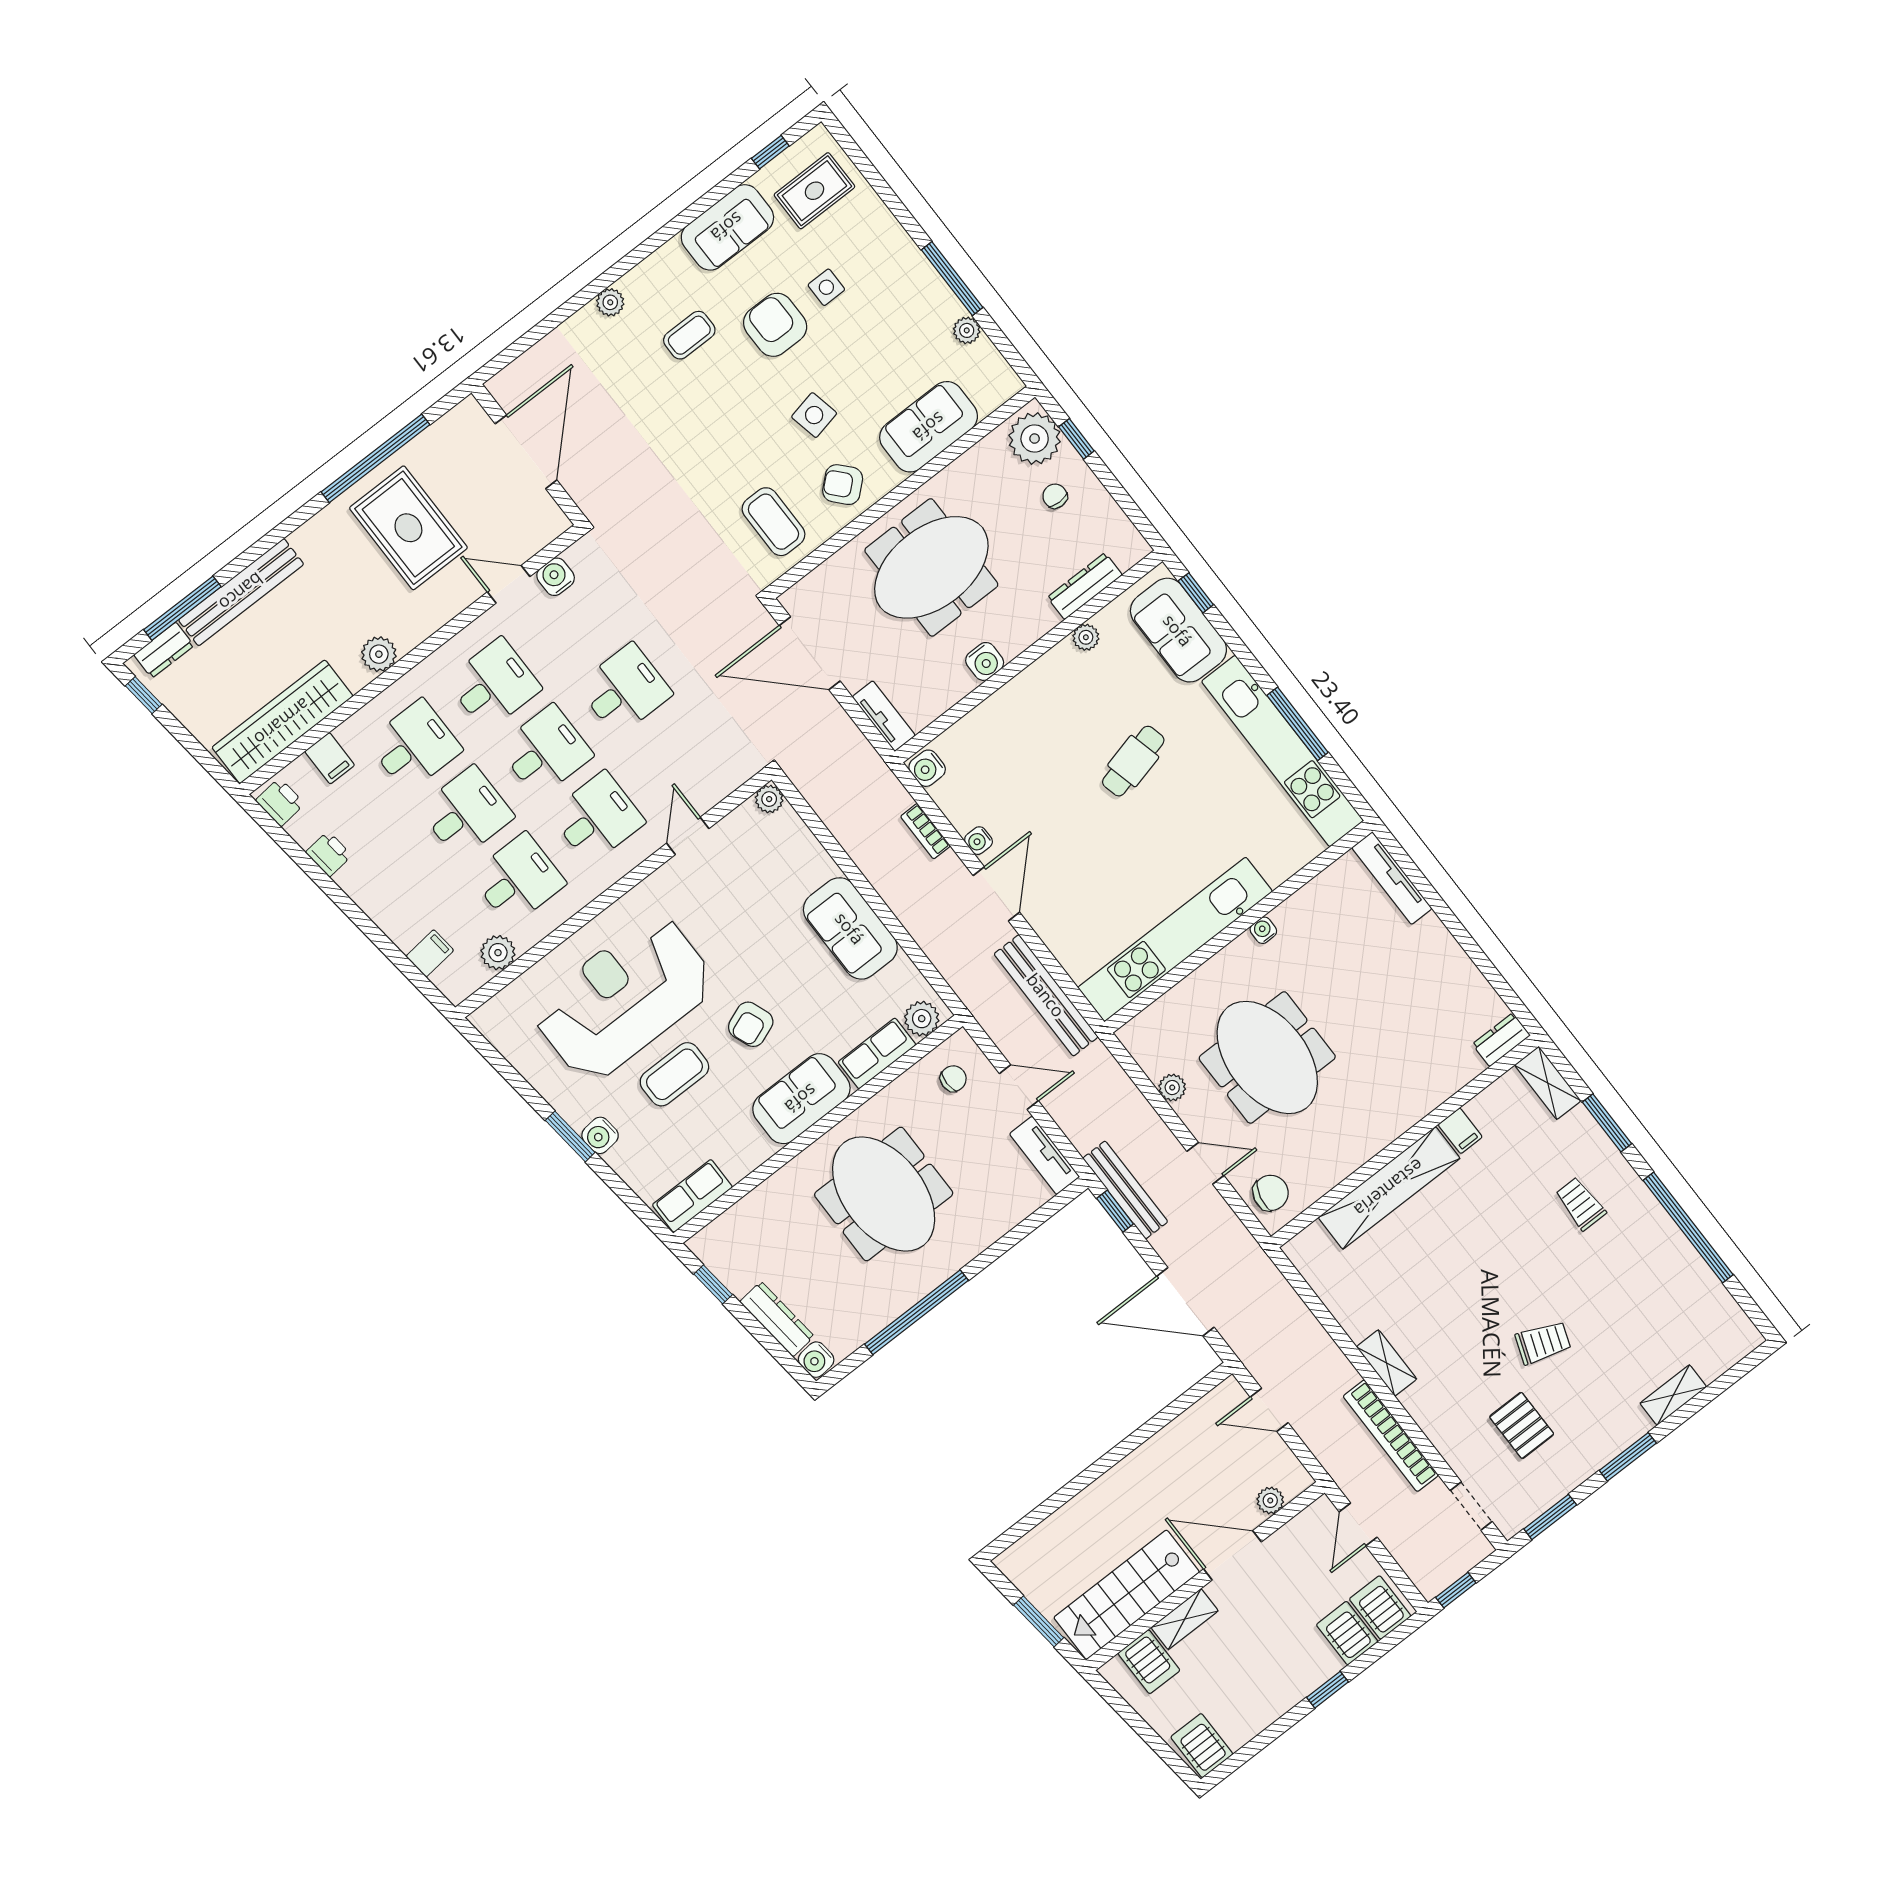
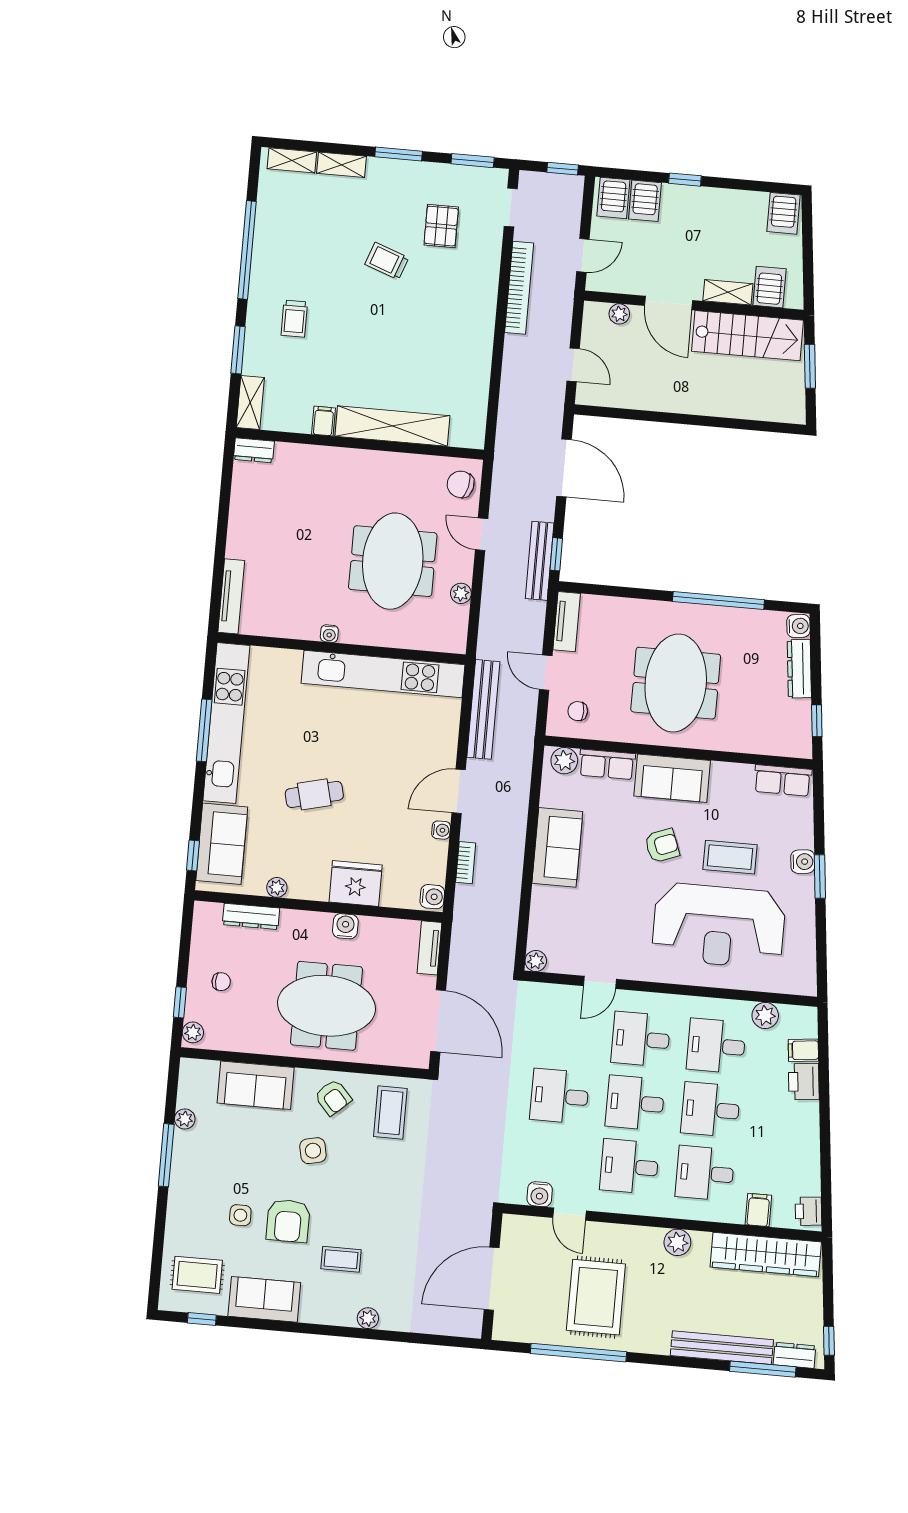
plant: (1035, 439) -> (193, 1032), width x0.53, depth x0.53
chair: (1055, 496) -> (221, 982), turned -90
fridge: (1013, 712) -> (356, 883), added
printer: (329, 854) -> (804, 1082), moved, width x1.36, depth x1.24
shelving: (1387, 1363) -> (292, 160), moved, turned 90

